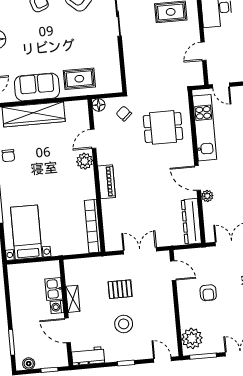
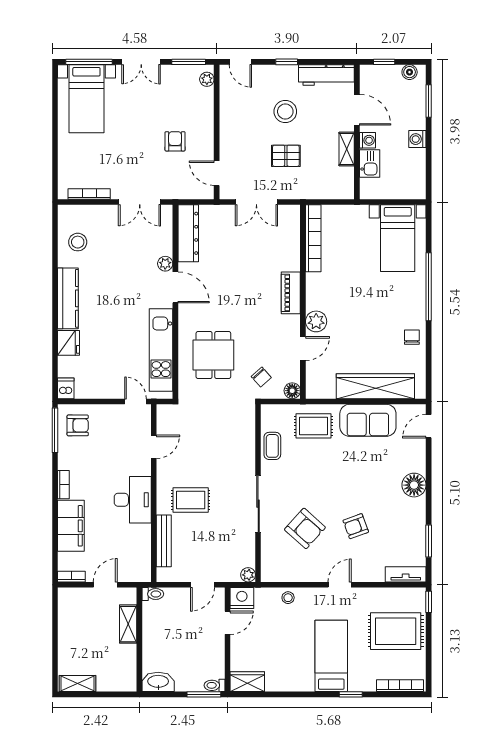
coffee table: (110, 60) -> (272, 446), added
dining table: (163, 127) -> (213, 355), turned 90
washing machine: (18, 312) -> (417, 139), added
plant: (192, 338) -> (207, 79), width x0.53, depth x0.53
workbench: (88, 356) -> (326, 75), width x1.38

